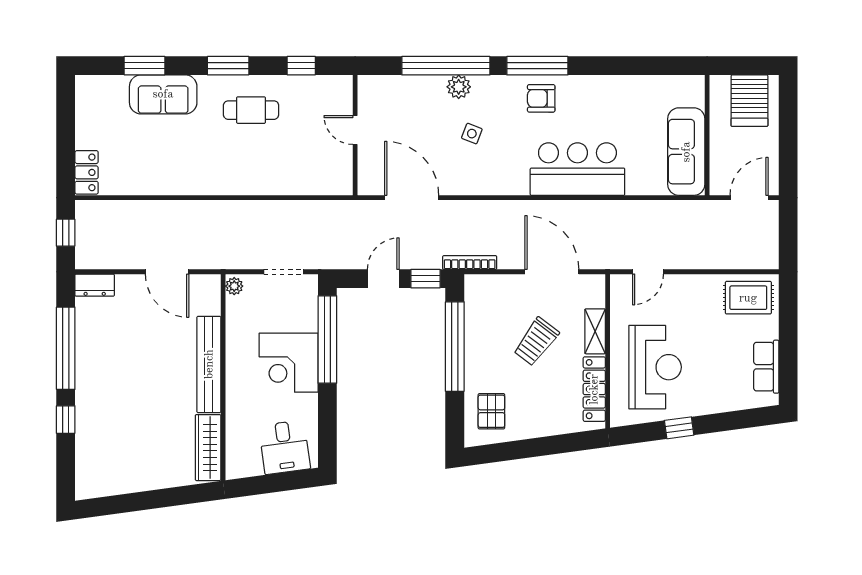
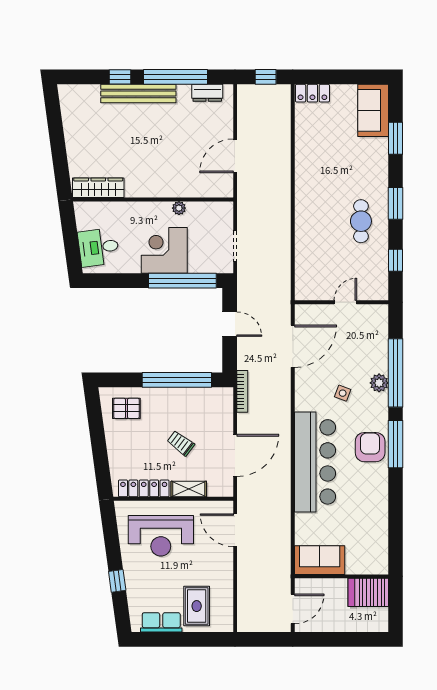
sofa: (163, 94) -> (373, 110), moved
armchair: (541, 98) -> (370, 447), width x1.38, depth x1.38
server rack: (749, 101) -> (368, 592), moved
sofa: (686, 152) -> (320, 560), width x0.73
bar counter: (577, 169) -> (315, 462), width x1.36
door: (749, 198) -> (293, 609), hinge flipped
door: (648, 272) -> (235, 530), width x1.37
window: (426, 279) -> (230, 357), removed
dresser: (95, 285) -> (207, 93), moved, turned -90
plant: (234, 286) -> (179, 208), moved
rug: (748, 298) -> (197, 606), moved
trolley: (536, 342) -> (181, 443), width x0.73, depth x0.72
bench: (209, 364) -> (138, 93), moved
window: (679, 428) -> (117, 581), moved

